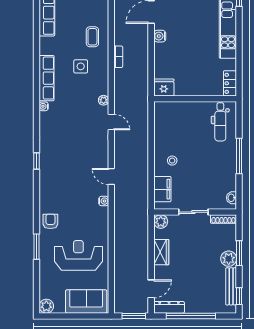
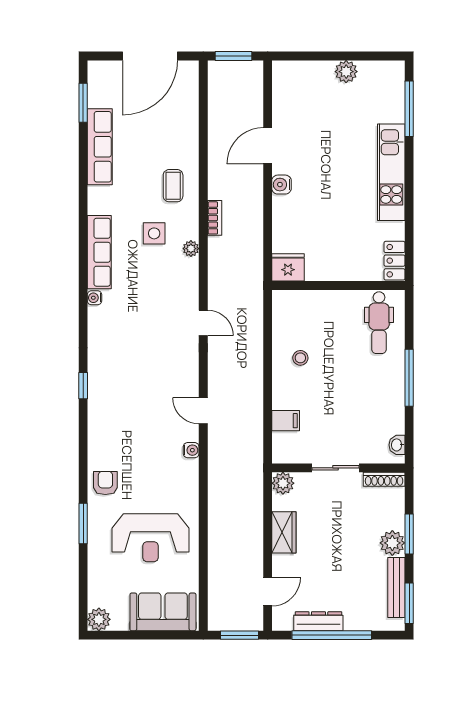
plant: (104, 100) -> (191, 249), moved
stool: (172, 161) -> (300, 358), moved
filing cabinet: (162, 189) -> (286, 421), width x0.50
reception desk: (78, 255) -> (150, 538), turned 180
window: (239, 296) -> (409, 603), width x1.50
dresser: (169, 307) -> (318, 621), moved

